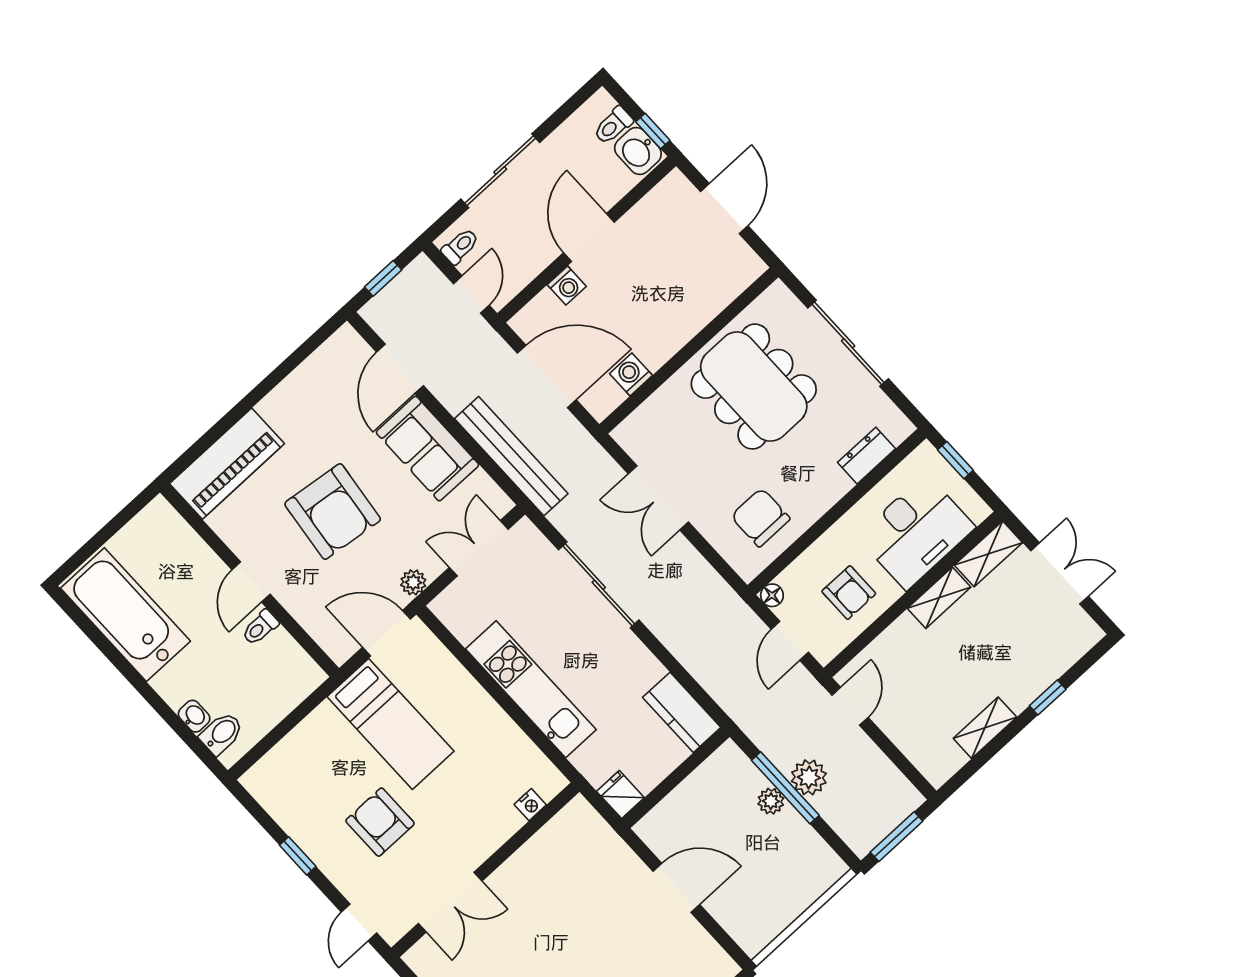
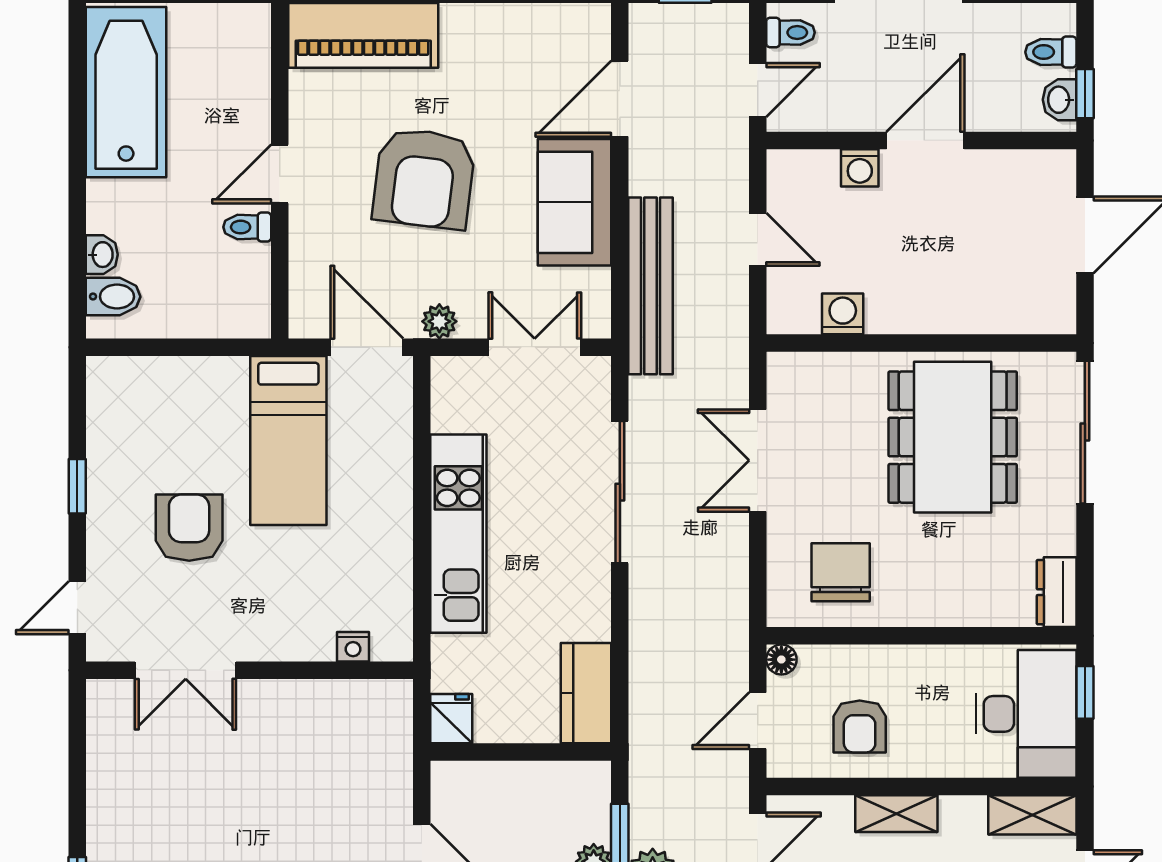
washbasin: (638, 151) -> (1060, 100), width x0.72, depth x0.69
sliding door: (848, 343) -> (1085, 432), moved
door: (547, 376) -> (758, 239), width x0.53
dresser: (866, 456) -> (1057, 592), moved, turned -90
desk: (916, 532) -> (1026, 714), moved, turned -90
shelving: (939, 598) -> (896, 814), moved

